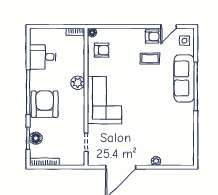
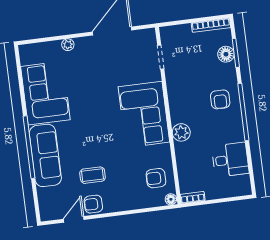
side table: (184, 41) -> (51, 204), removed
armchair: (45, 104) -> (220, 99), width x0.53, depth x0.53
corner sofa: (178, 126) -> (45, 93), added

